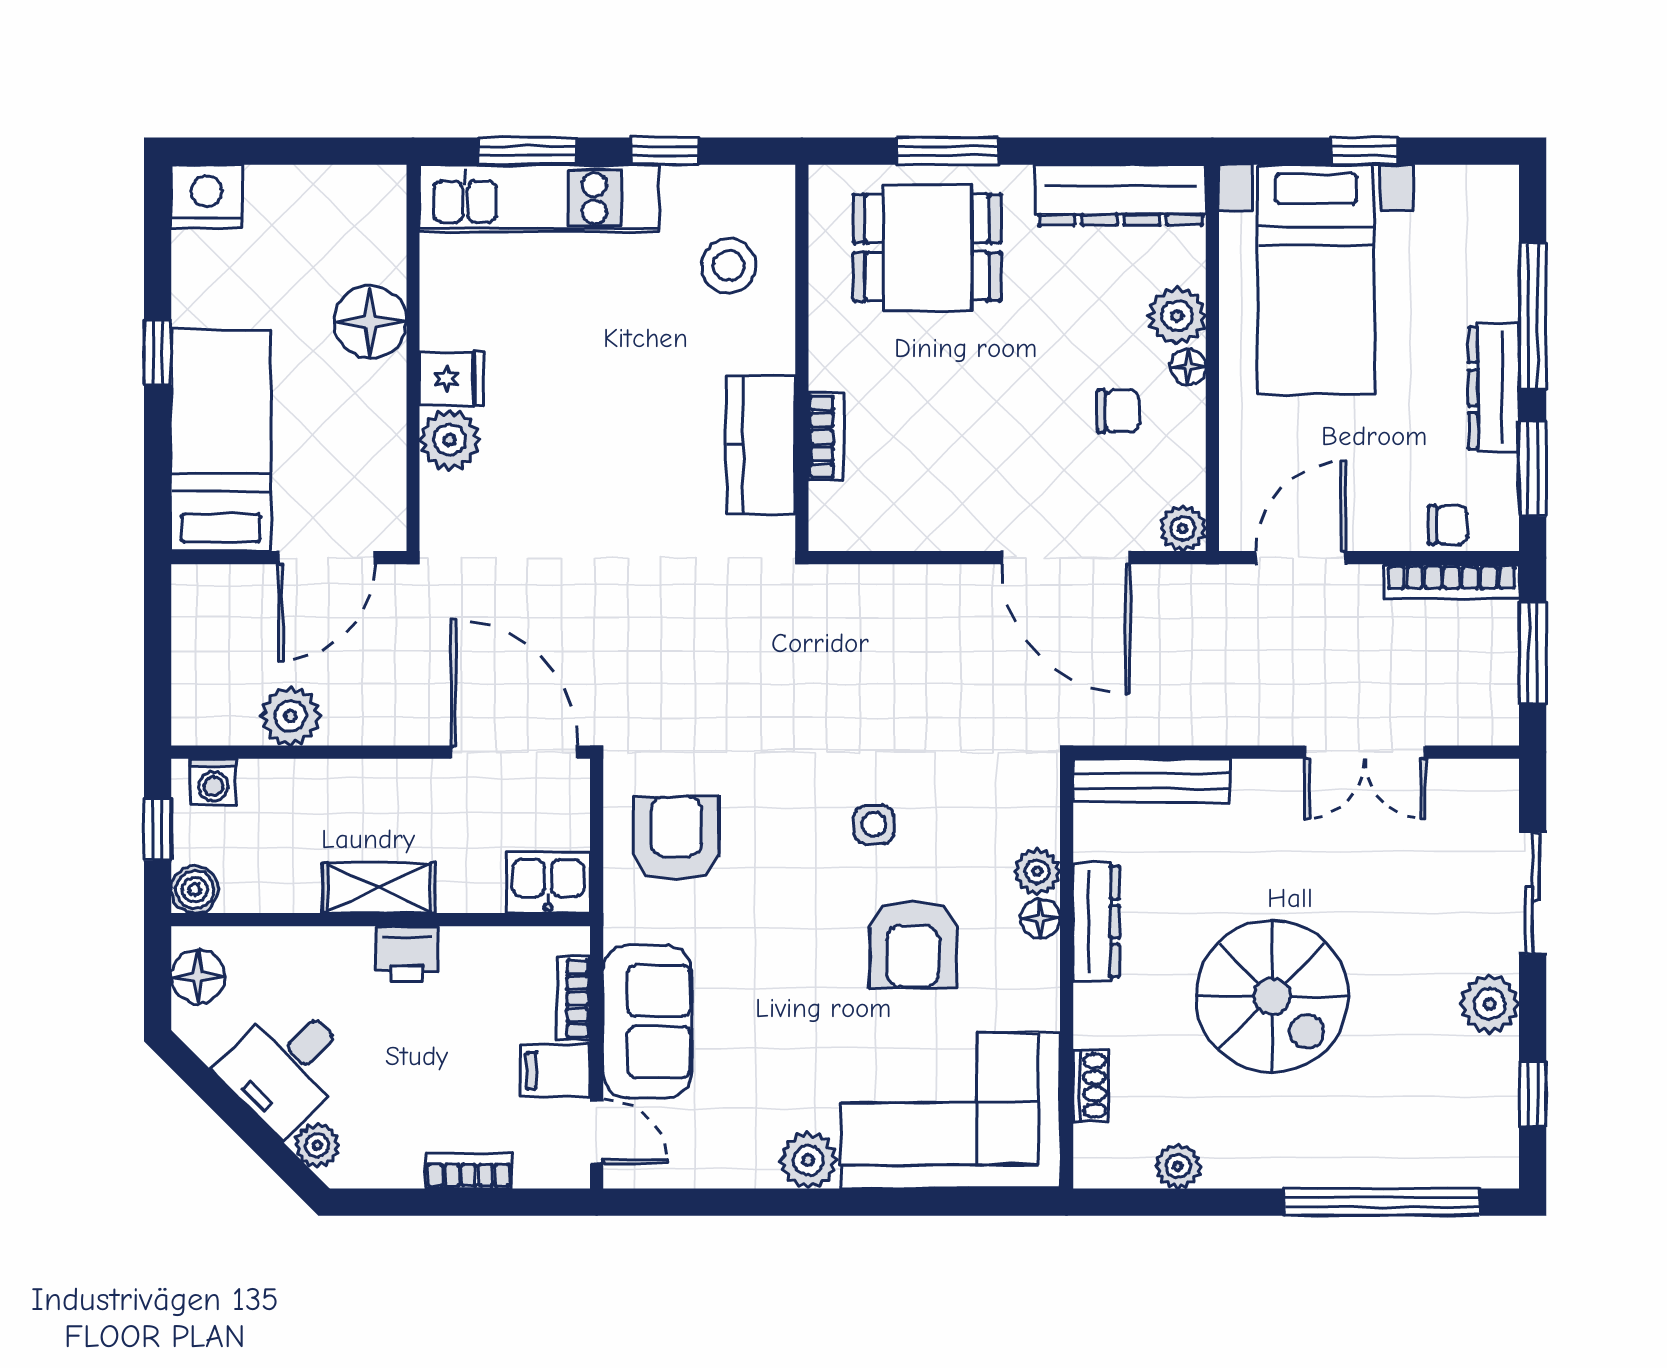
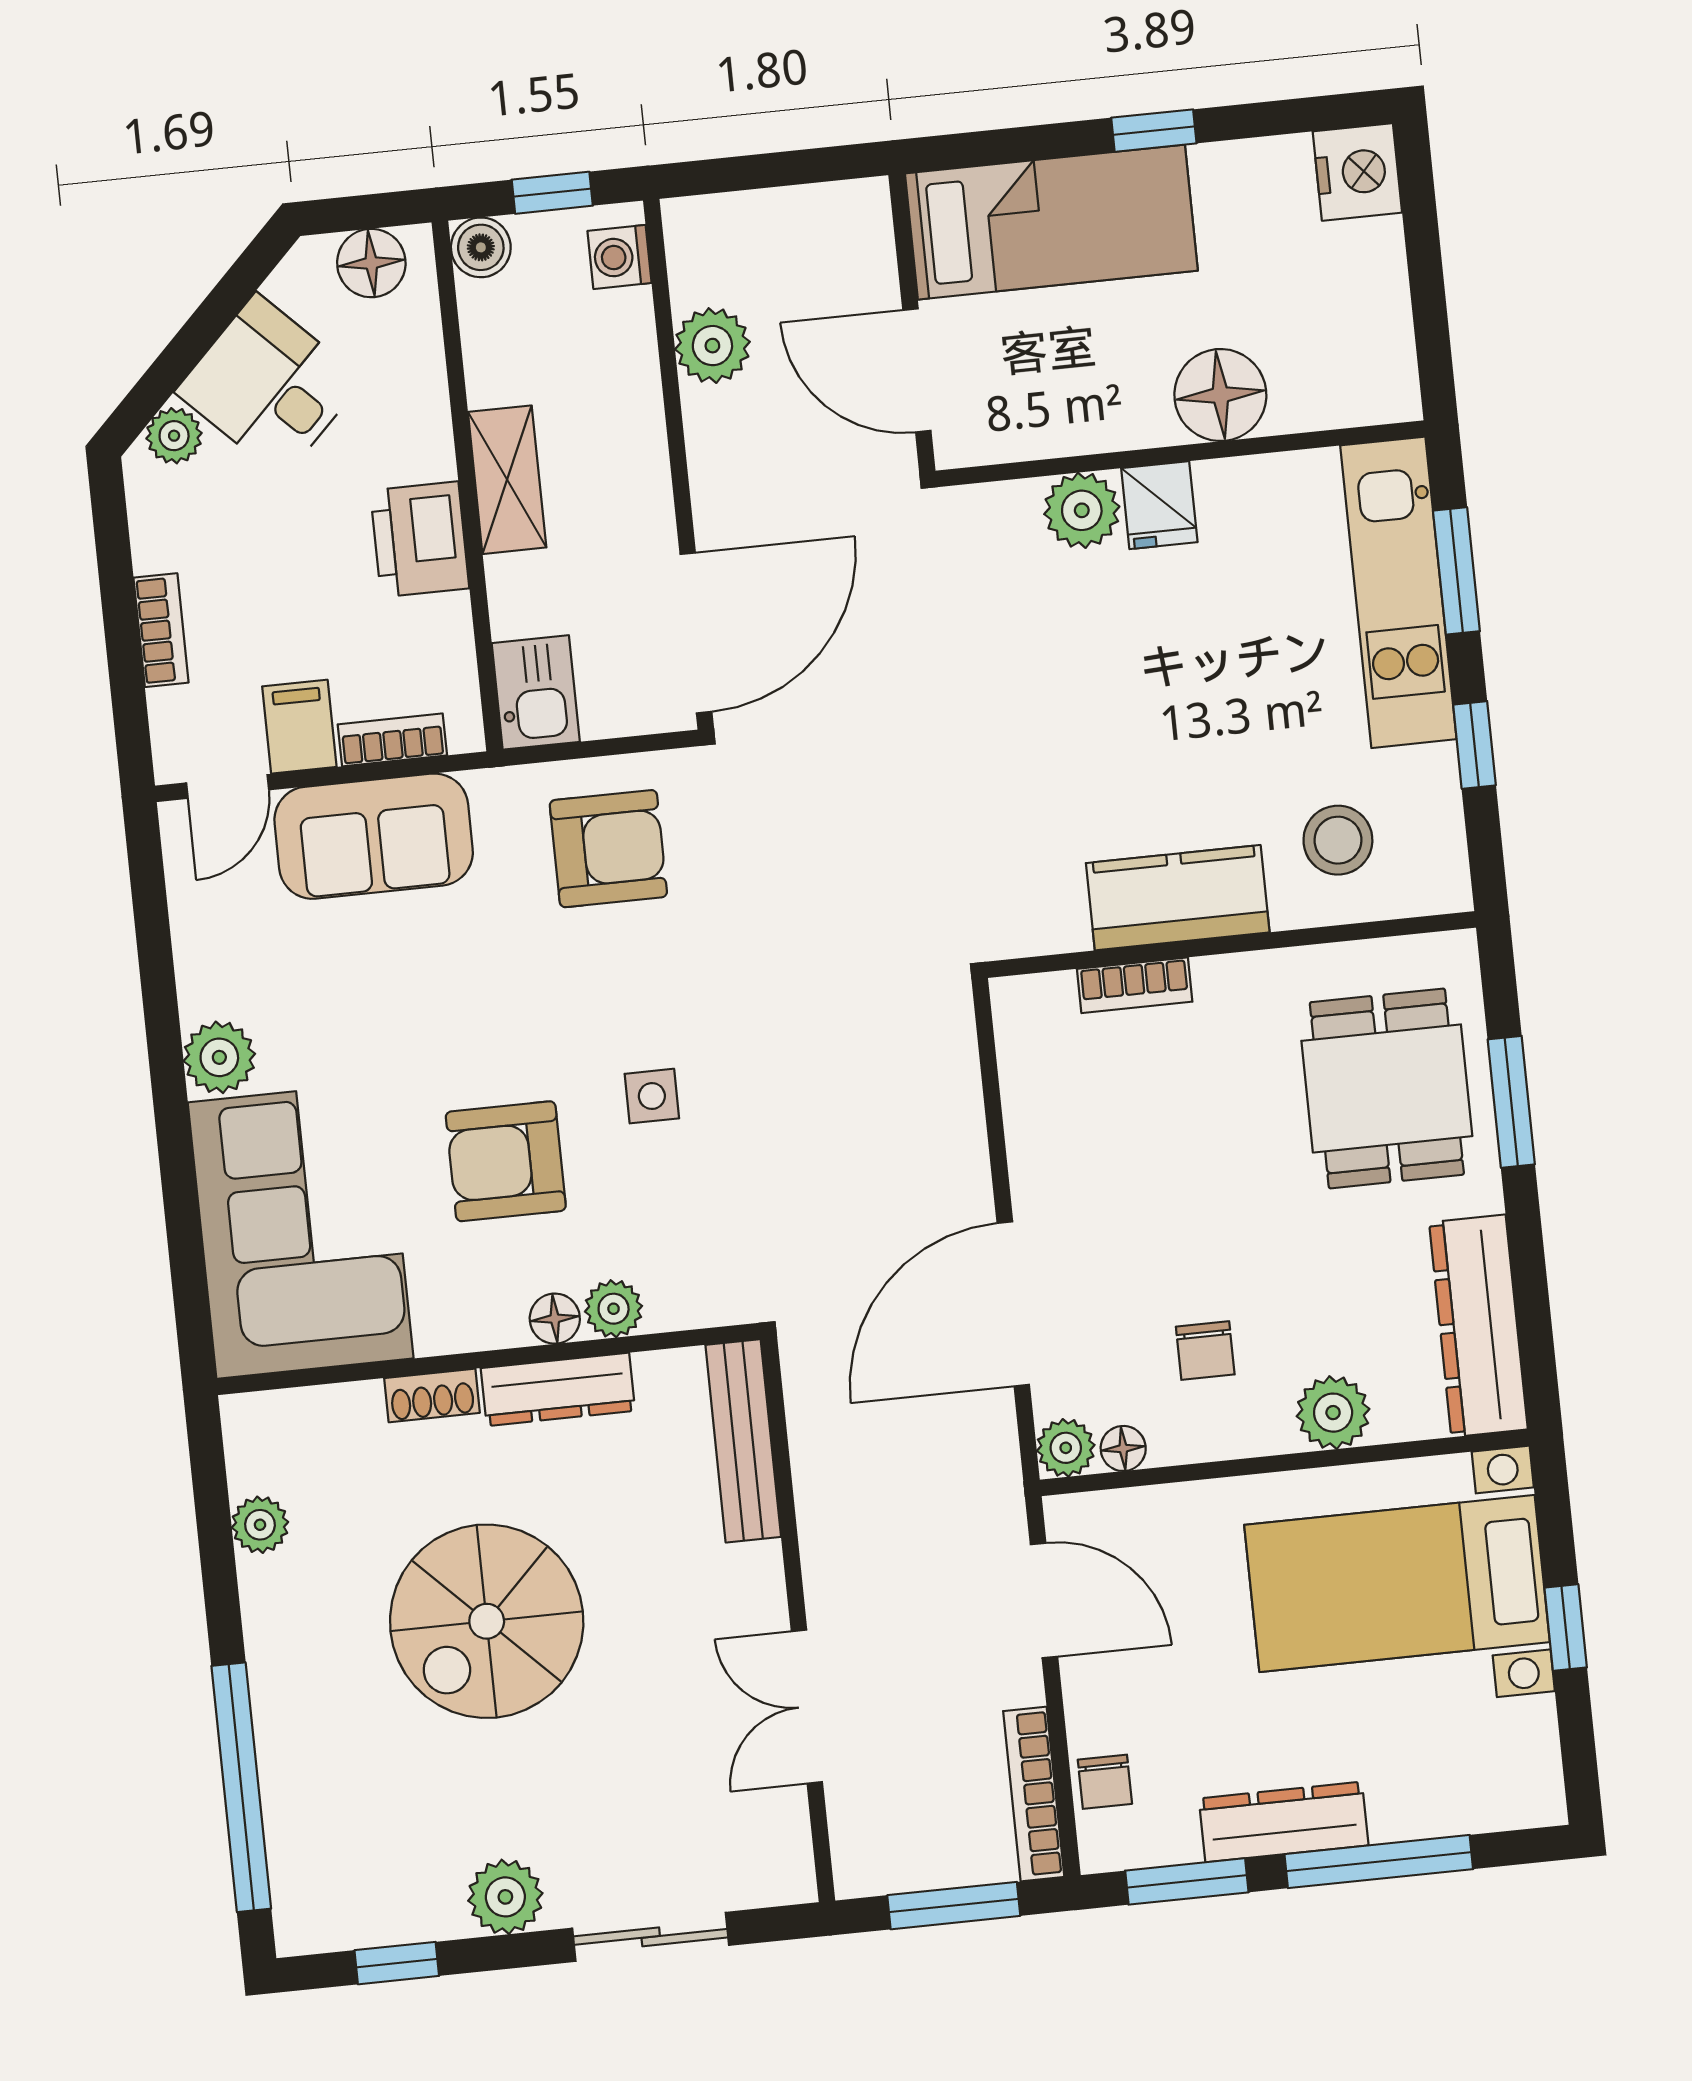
floor lamp: (1188, 367) -> (1123, 1448), moved
kitchen counter: (761, 445) -> (1178, 898), moved
printer: (407, 954) -> (420, 539), width x1.36, depth x1.24
shoe rack: (1091, 1086) -> (432, 1395), moved

